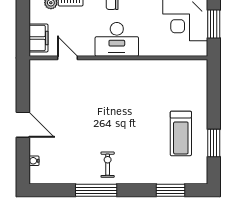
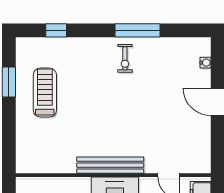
bench: (121, 67) -> (110, 165), added
window: (171, 190) -> (56, 30), width x0.67

